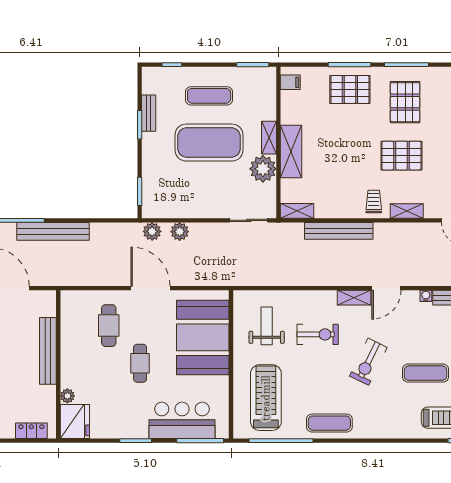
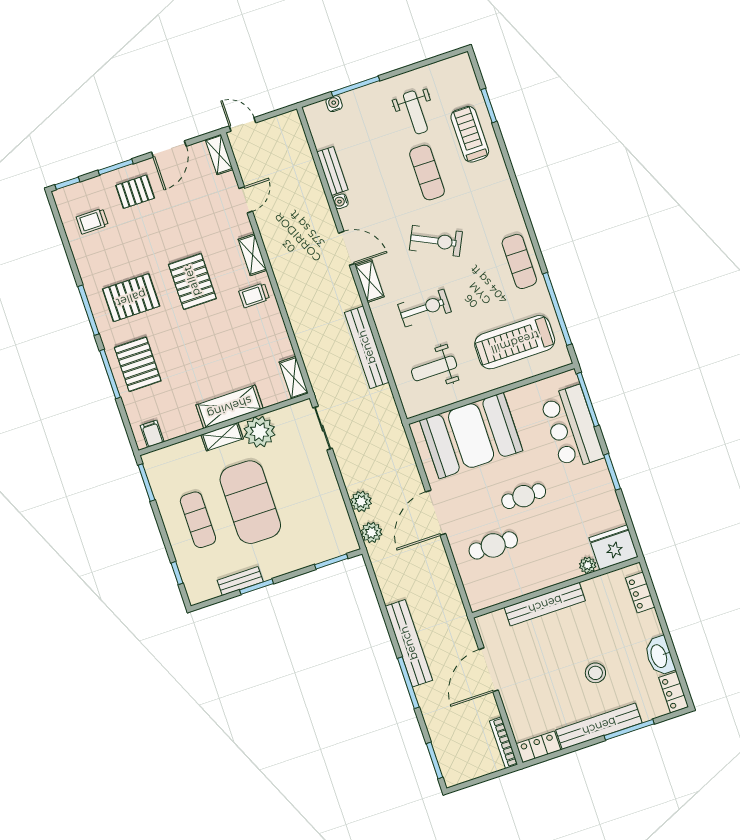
bench: (339, 231) -> (367, 347), moved
exercise bike: (318, 334) -> (424, 308), turned 90

